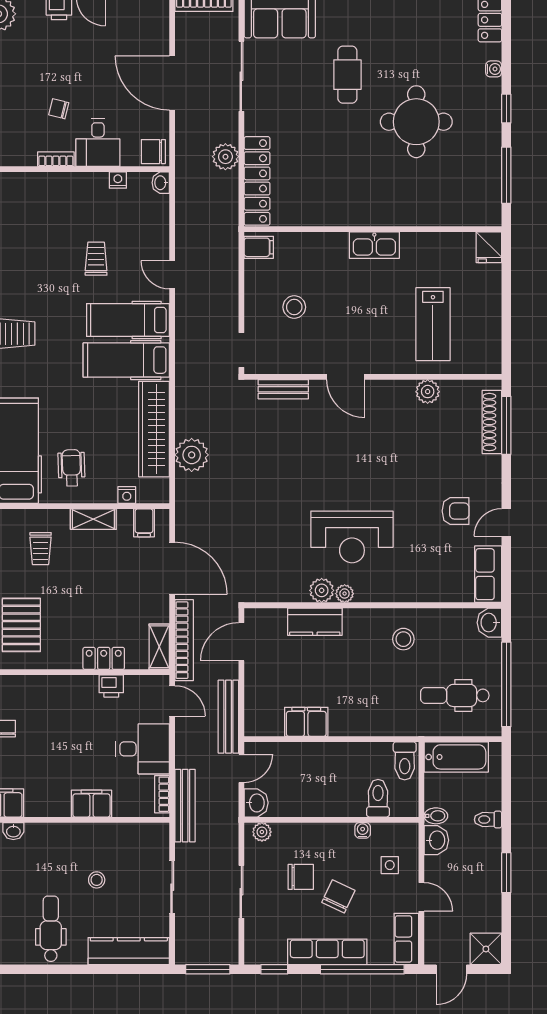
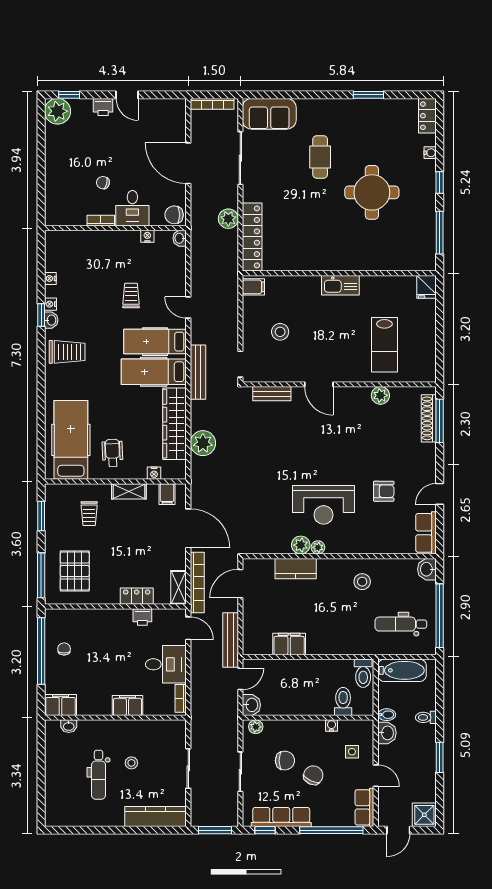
armchair: (456, 511) -> (384, 491), moved
bench: (185, 806) -> (198, 372), moved
dental chair: (51, 929) -> (99, 775), moved, turned 180
row of seats: (327, 952) -> (281, 817), moved

